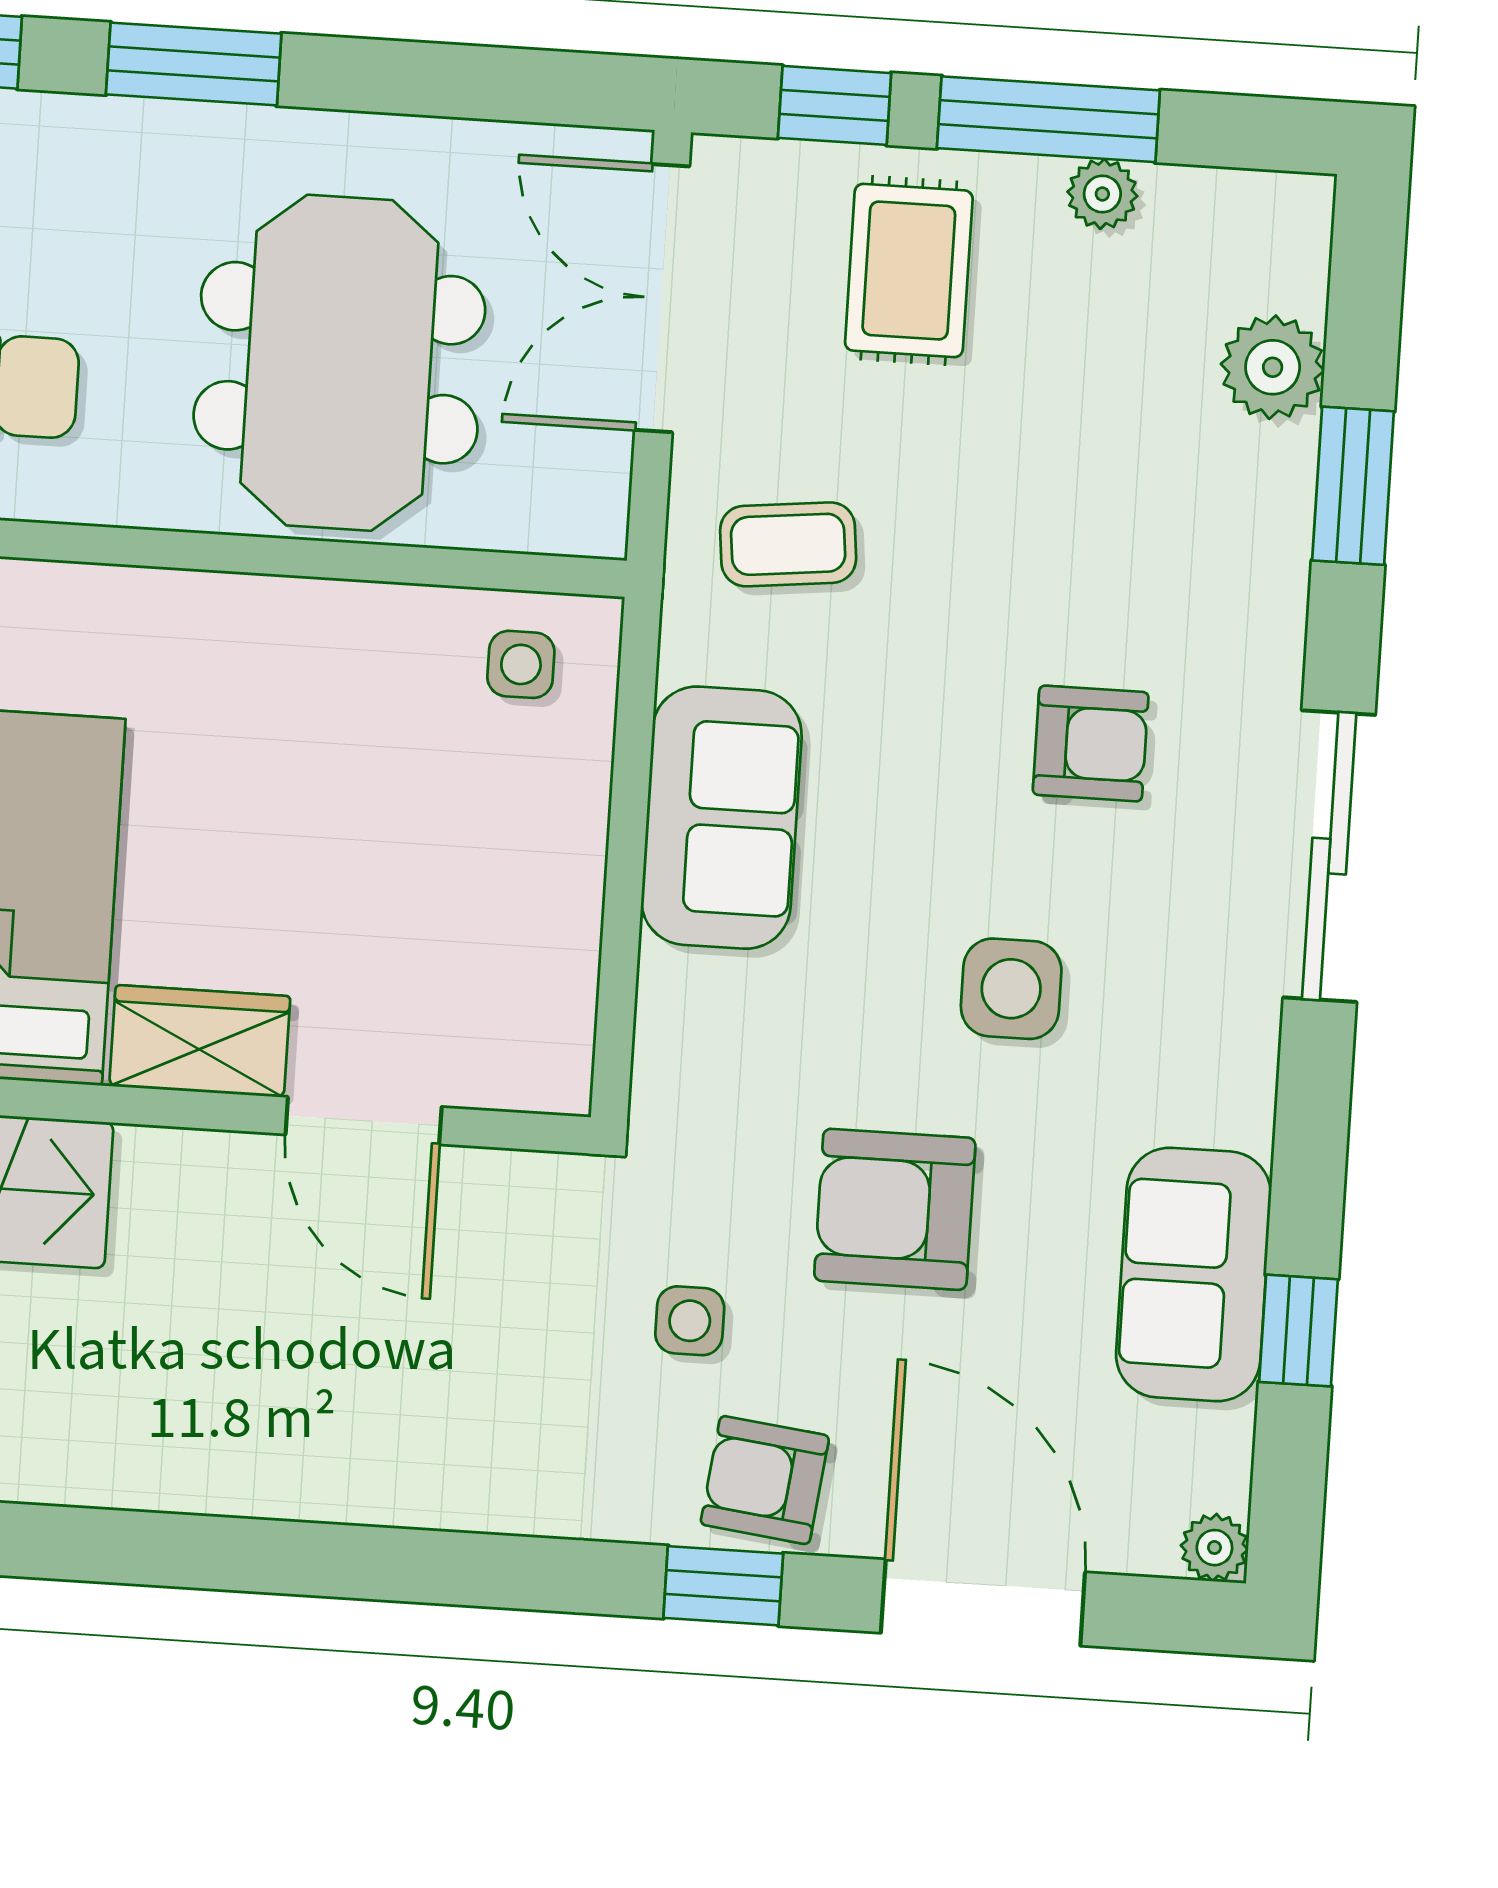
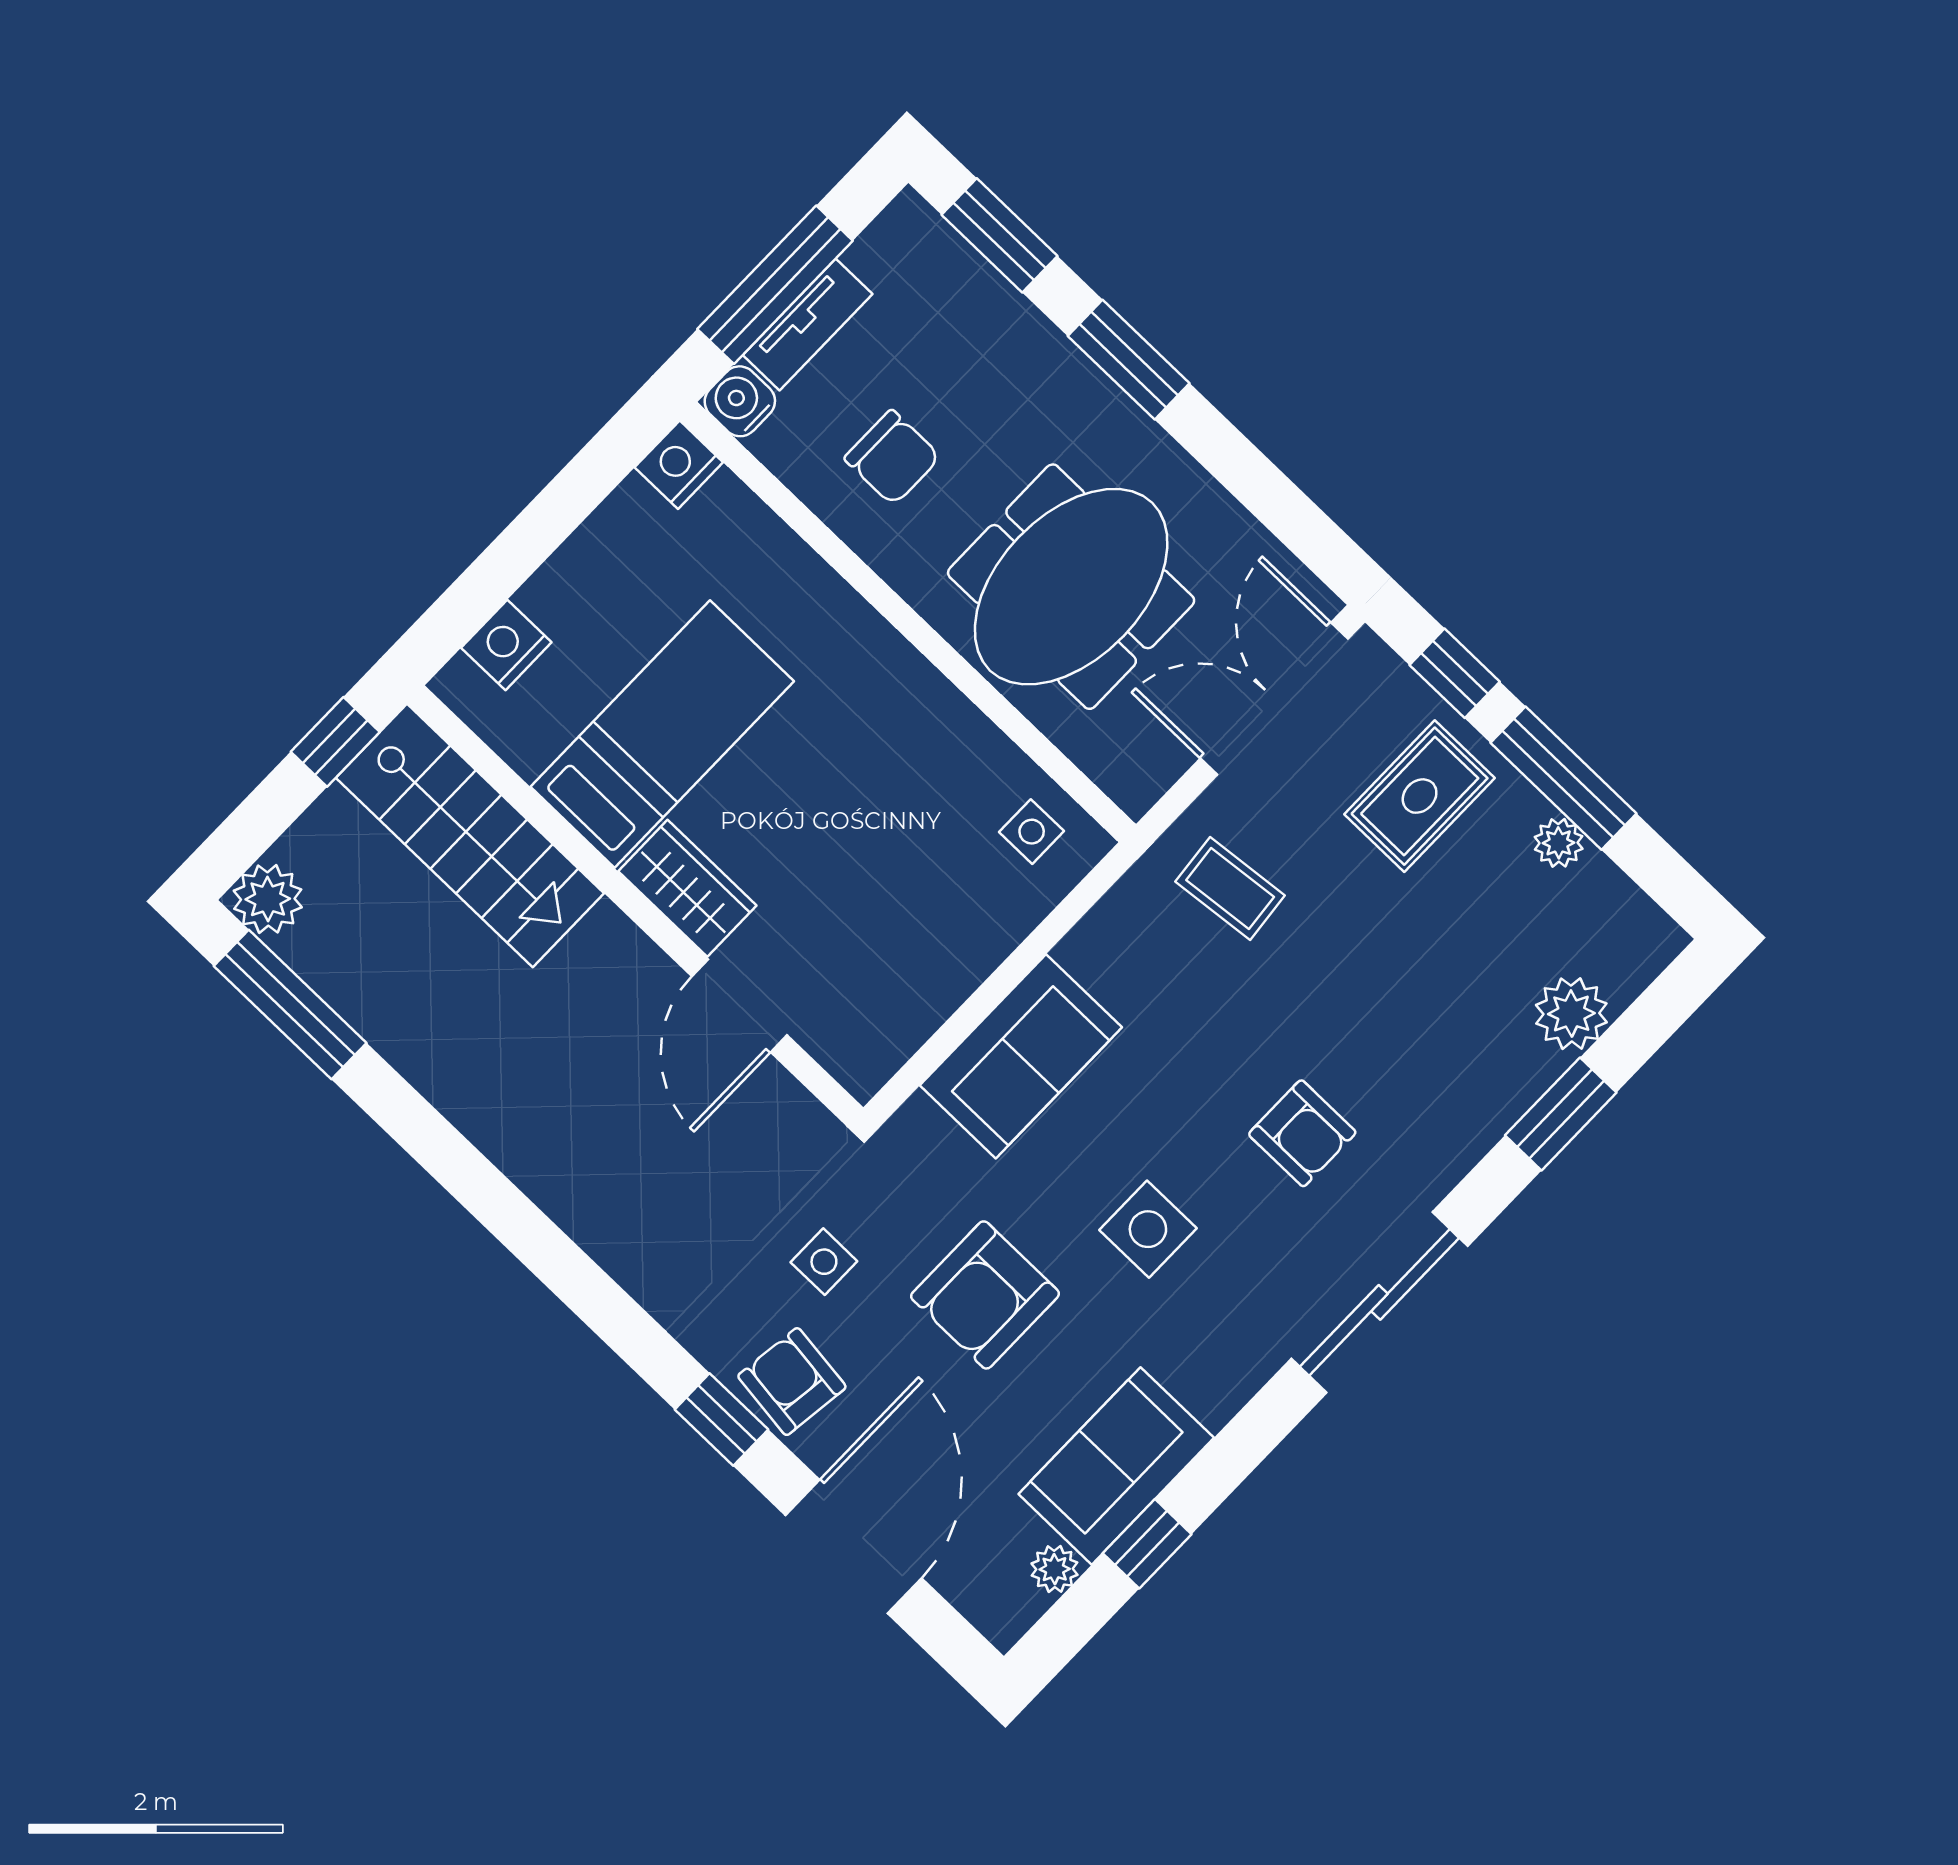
sofa: (721, 818) -> (1021, 1056), moved
armchair: (895, 1209) -> (985, 1295), turned -90
plant: (1214, 1548) -> (1055, 1569), moved

